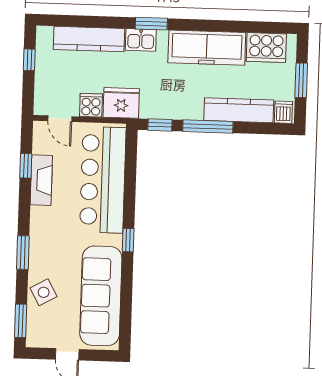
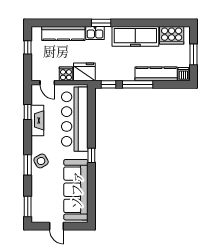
side table: (44, 292) -> (41, 161), moved

